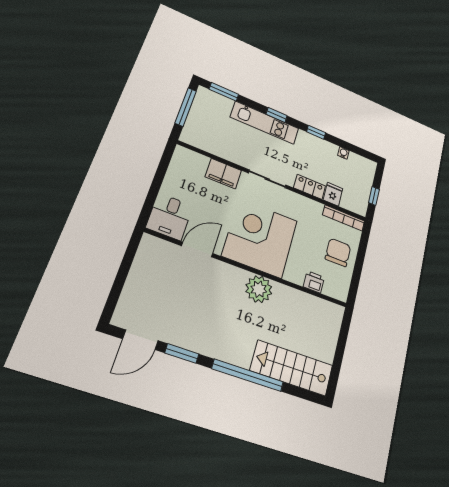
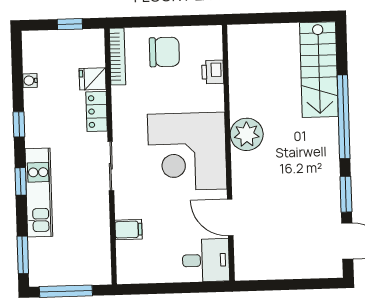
filing cabinet: (223, 174) -> (129, 230), width x0.50
chair: (338, 252) -> (164, 52), turned 180

